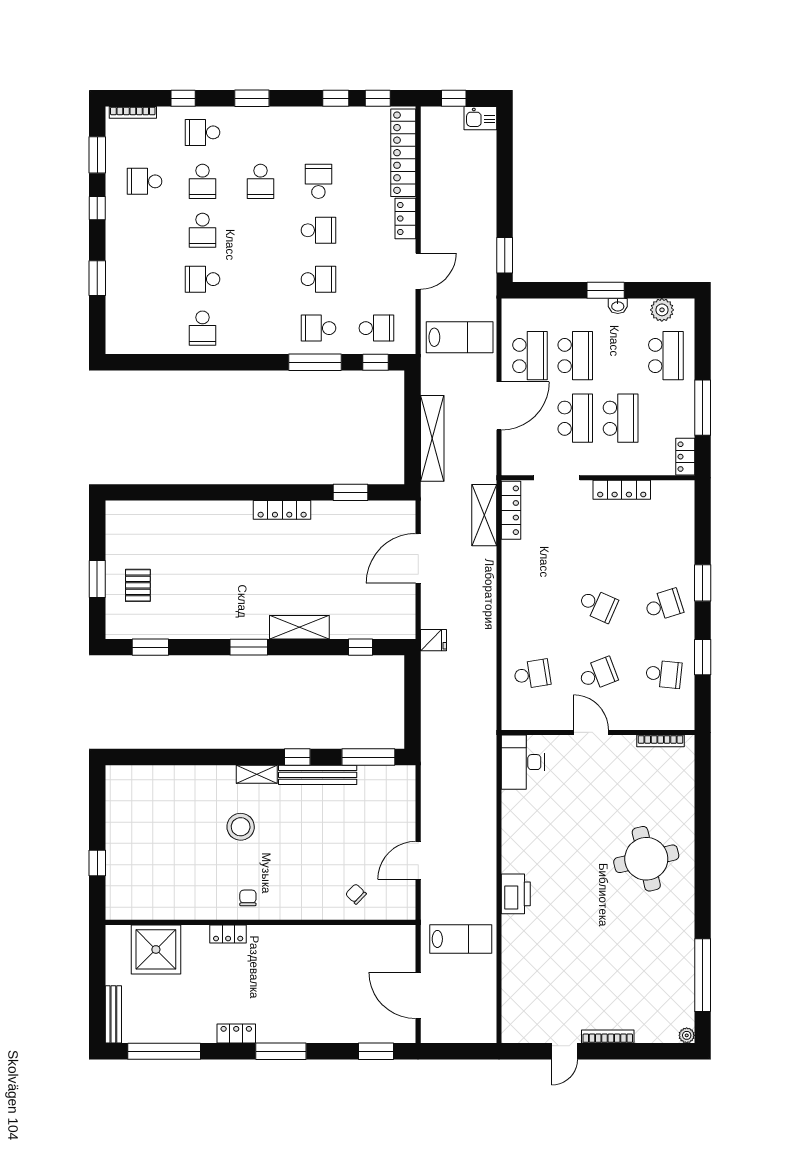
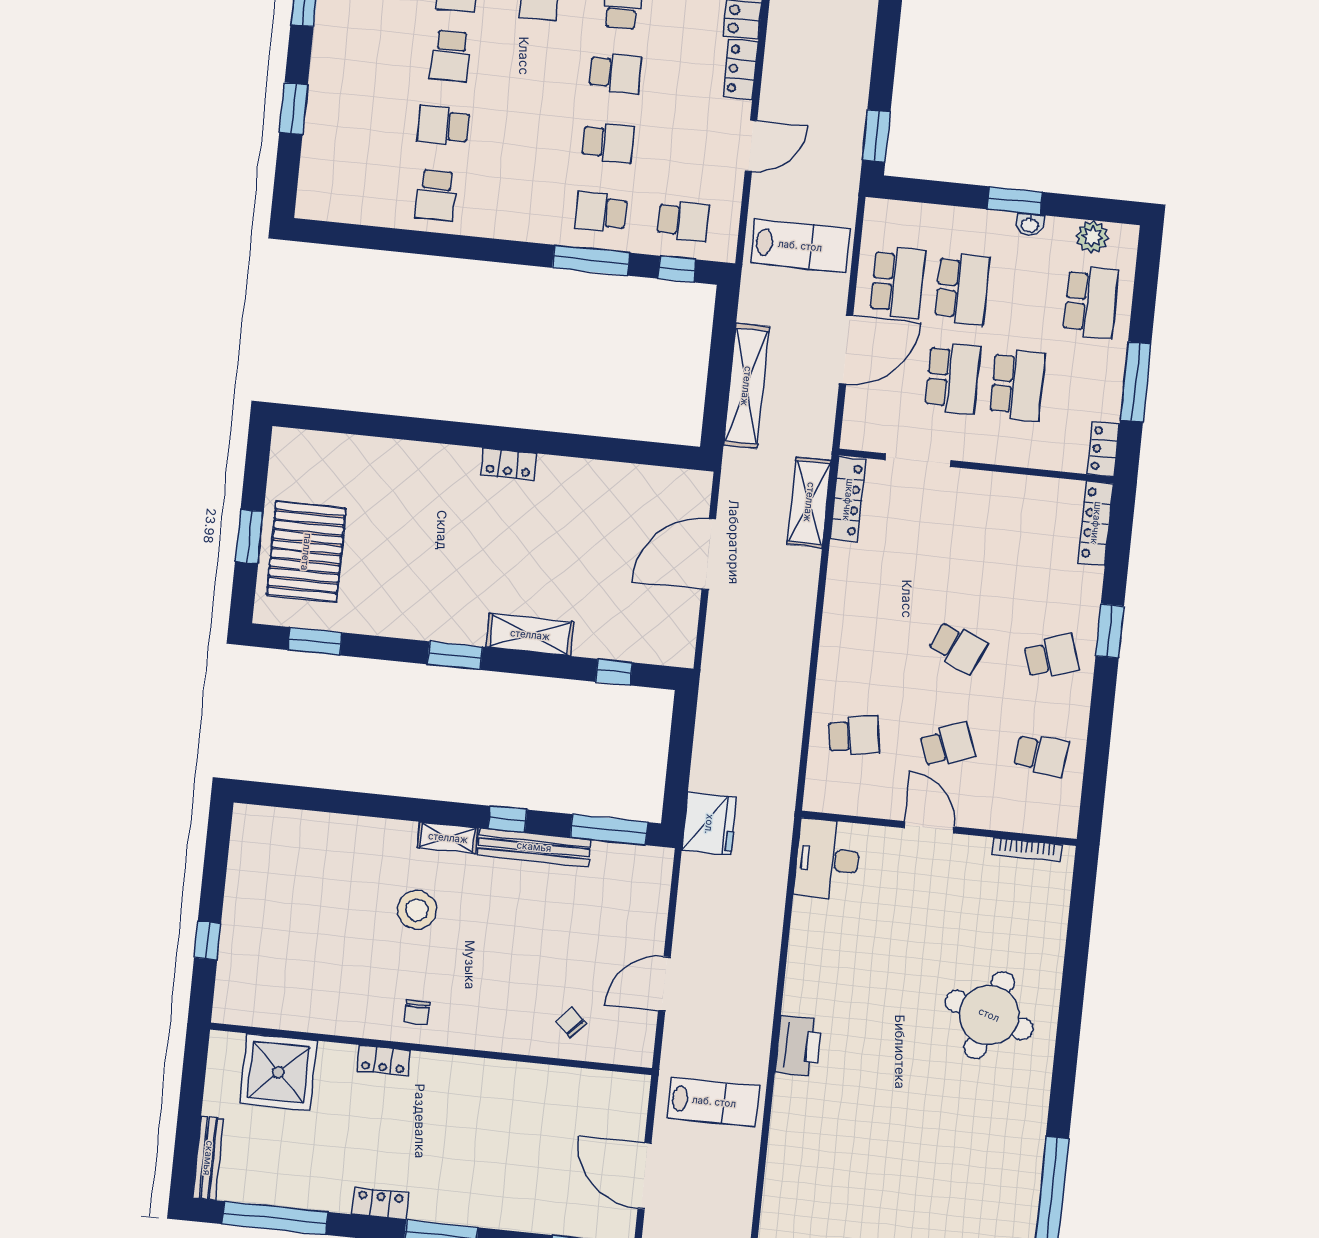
locker: (622, 490) -> (1096, 523), moved, turned 90
window: (350, 492) -> (622, 450), removed
locker: (282, 510) -> (508, 464), width x0.66
pallet: (138, 585) -> (306, 552), width x2.05, depth x2.00
fridge: (433, 640) -> (709, 824), moved, width x1.88, depth x1.34
window: (703, 657) -> (1099, 737), removed
round table: (646, 859) -> (989, 1015), turned 30
chair: (248, 898) -> (417, 1012), turned 180

